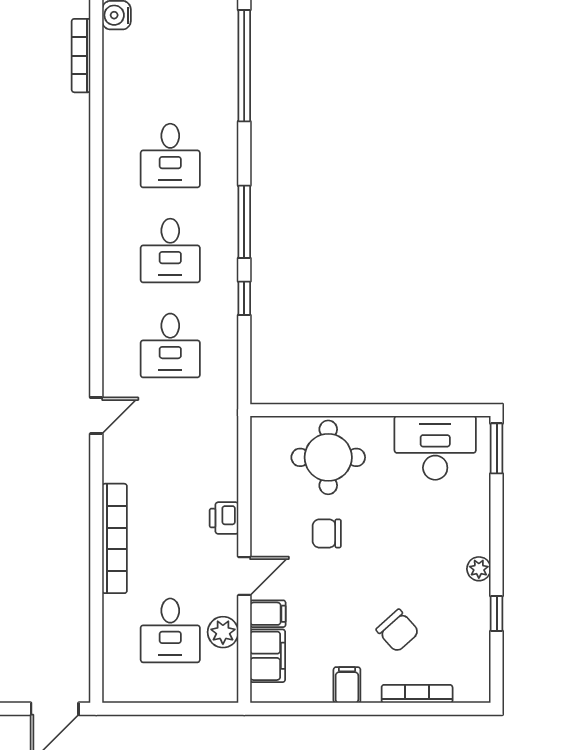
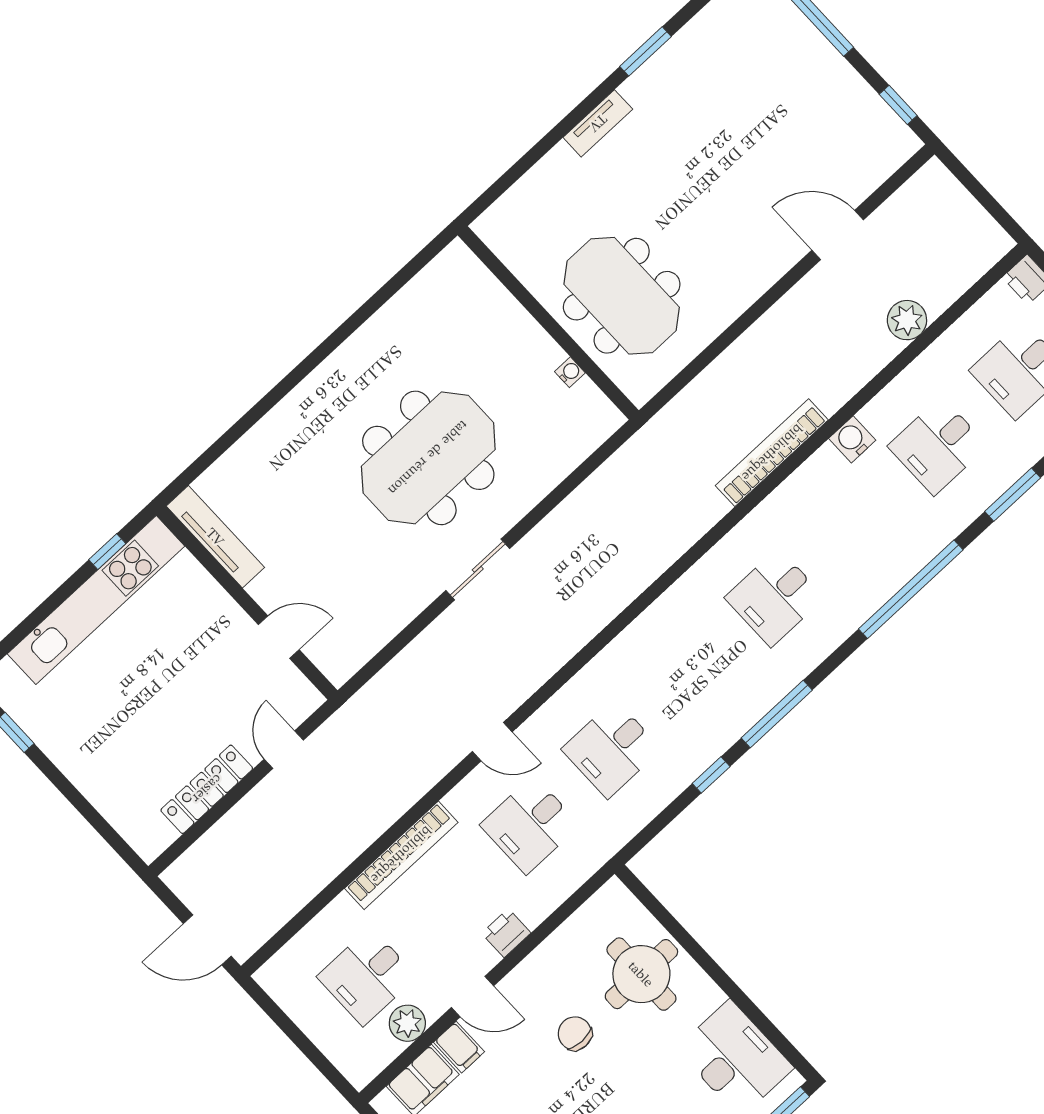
bookcase: (81, 56) -> (772, 453), width x1.48, depth x1.31
desk: (170, 251) -> (530, 825), moved

